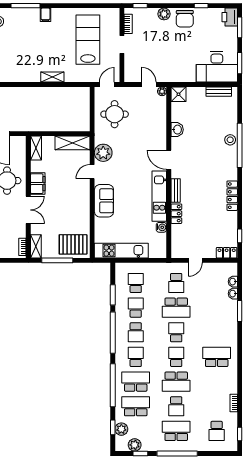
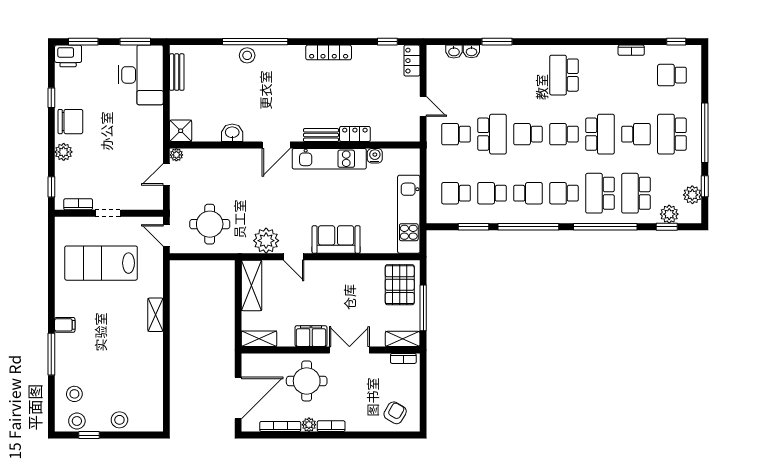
school desk: (176, 283) -> (456, 134), turned 180
school desk: (217, 431) -> (672, 75), turned 180

